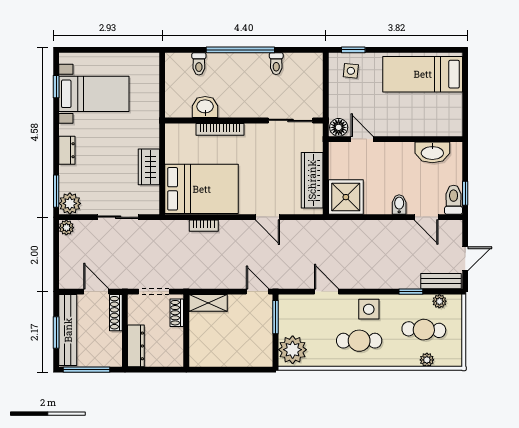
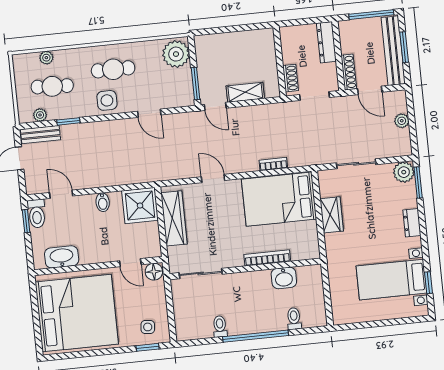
bed: (423, 74) -> (77, 313), width x2.04
bidet: (399, 204) -> (103, 202), moved
plant: (66, 228) -> (402, 121), moved
shelving: (208, 303) -> (245, 92), moved

